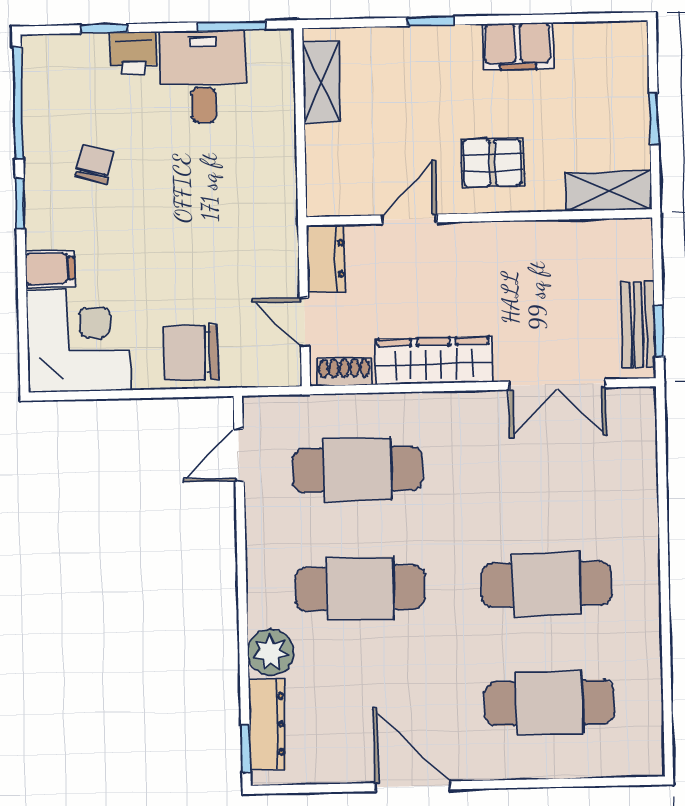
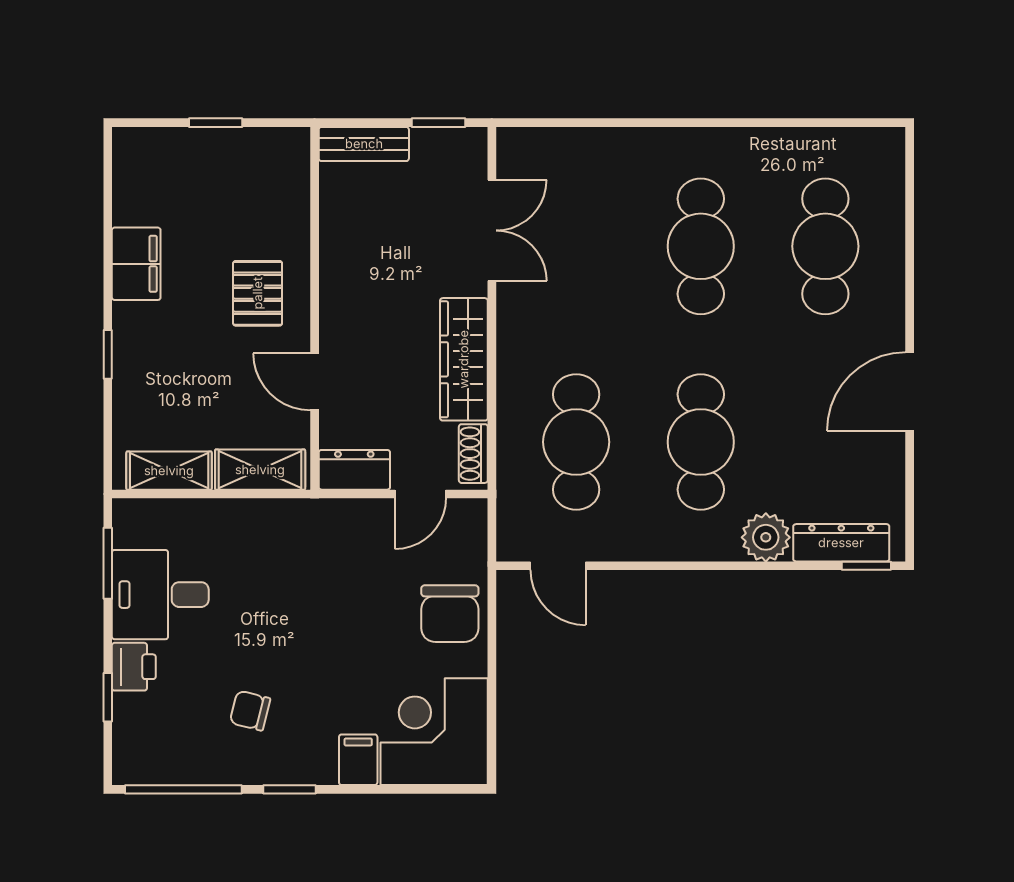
shelving: (609, 191) -> (260, 470), moved, turned 90
bench: (638, 324) -> (364, 144), moved

